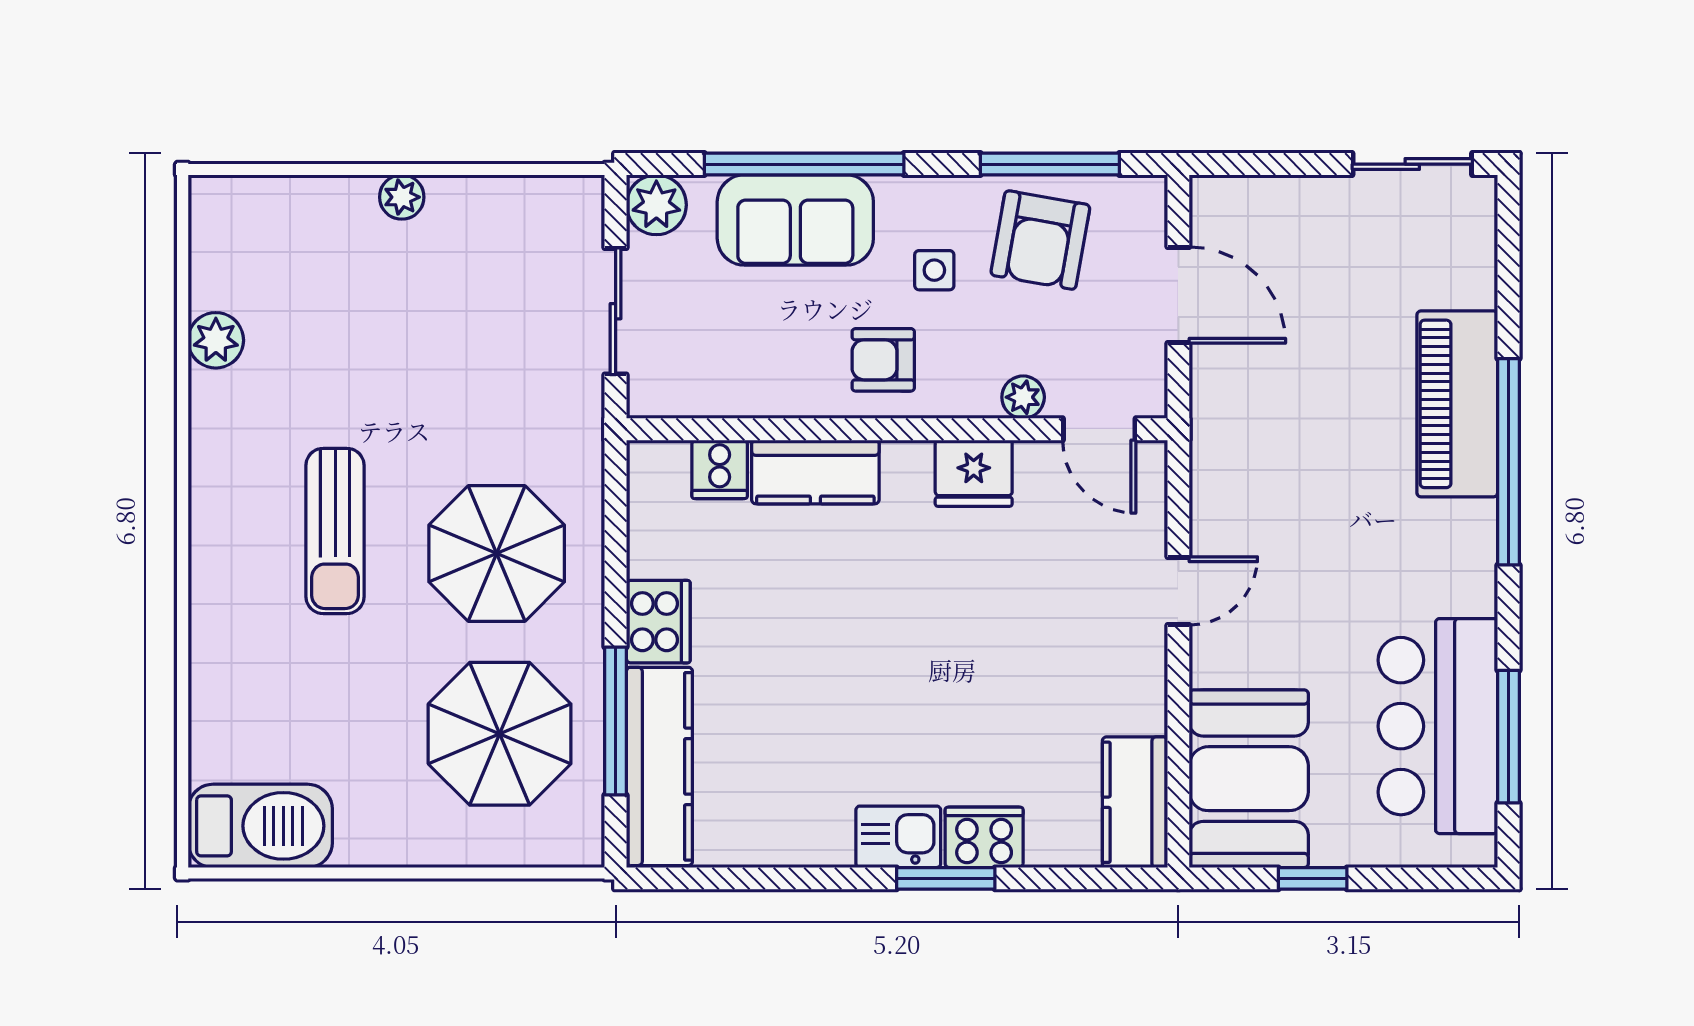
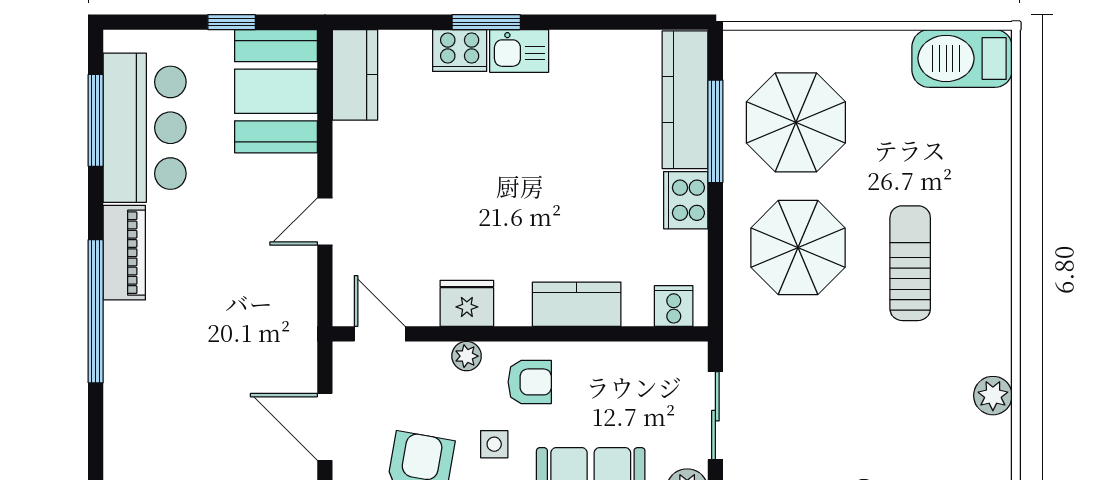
plant: (1023, 397) -> (467, 356), moved
piano: (1457, 404) -> (124, 253), moved, width x0.73, depth x0.75
cooker: (720, 469) -> (674, 306), moved

